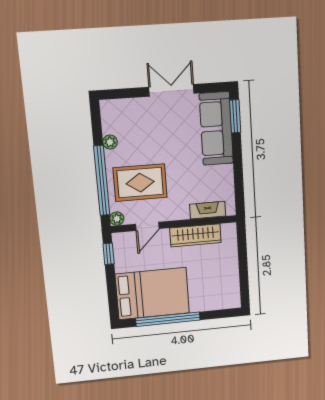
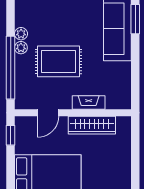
rug: (140, 183) -> (59, 61), moved
fireplace: (208, 210) -> (89, 102), moved
plant: (117, 219) -> (21, 48), moved

